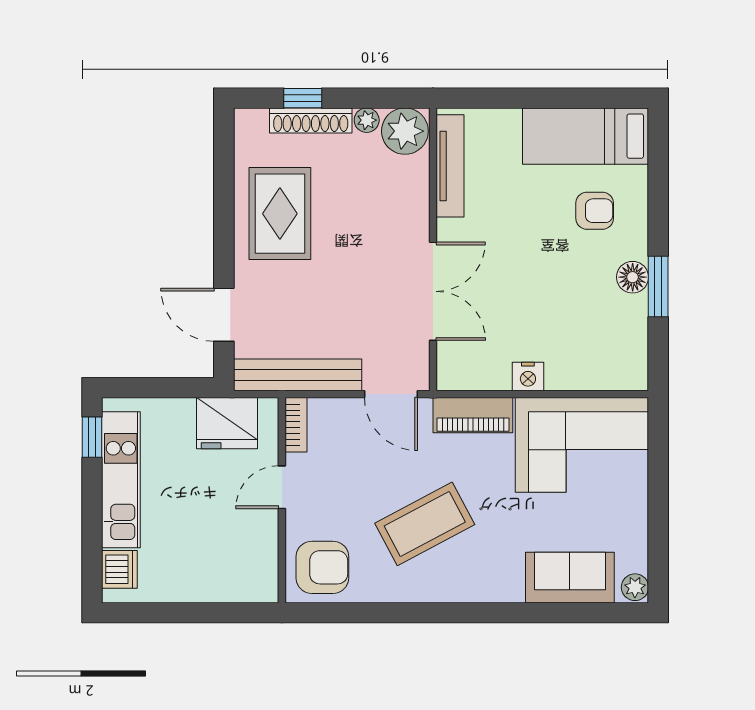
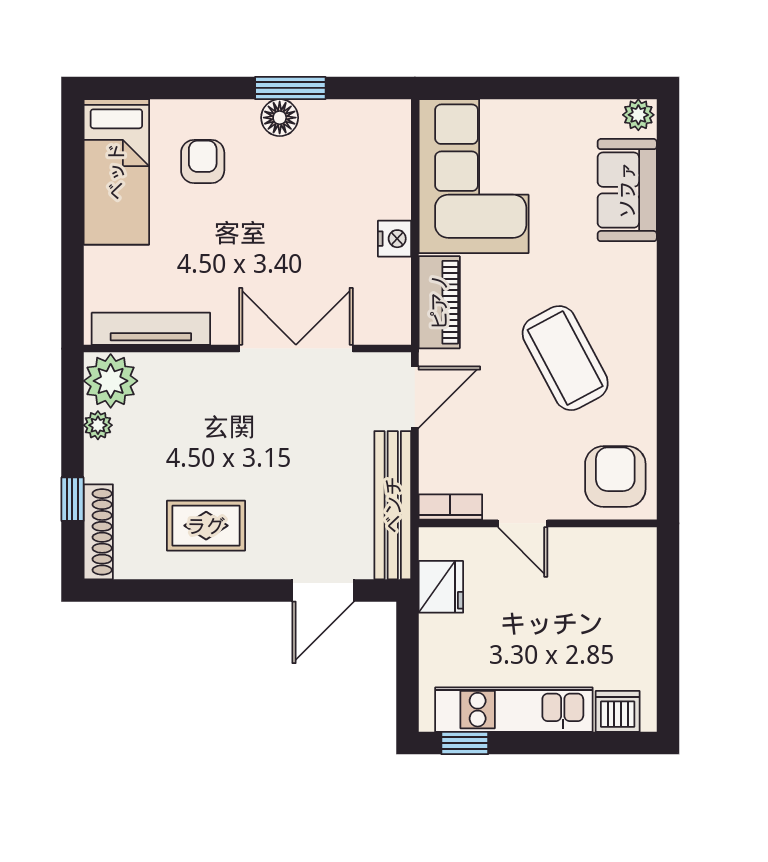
shoe rack: (311, 120) -> (98, 532), moved
rug: (280, 214) -> (206, 526), width x0.73, depth x0.70
fridge: (227, 423) -> (441, 587), width x0.73, depth x0.75

